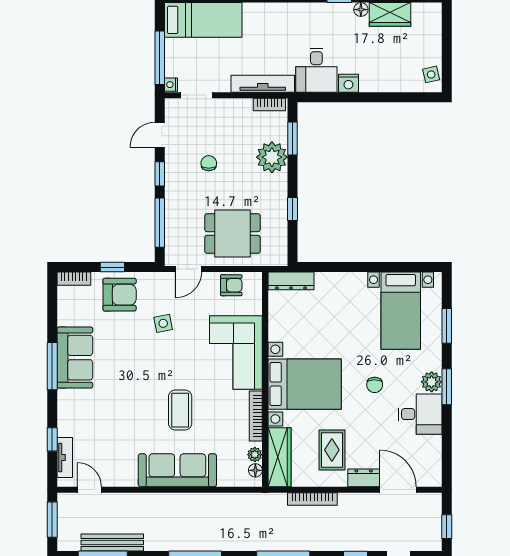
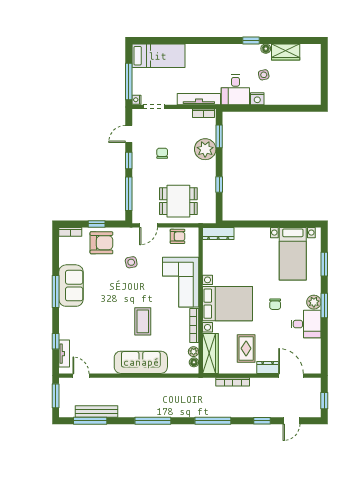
side table: (431, 74) -> (264, 75), moved

